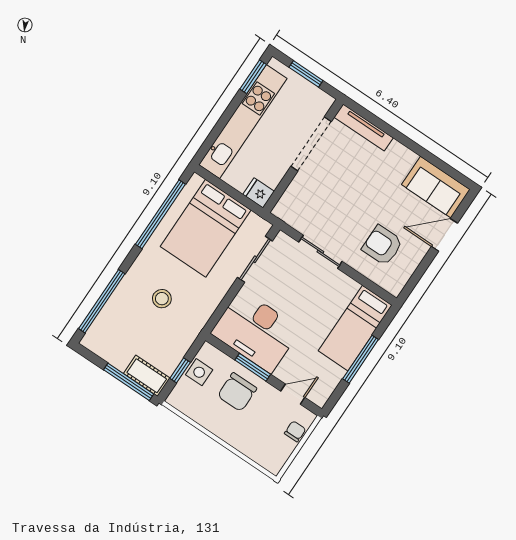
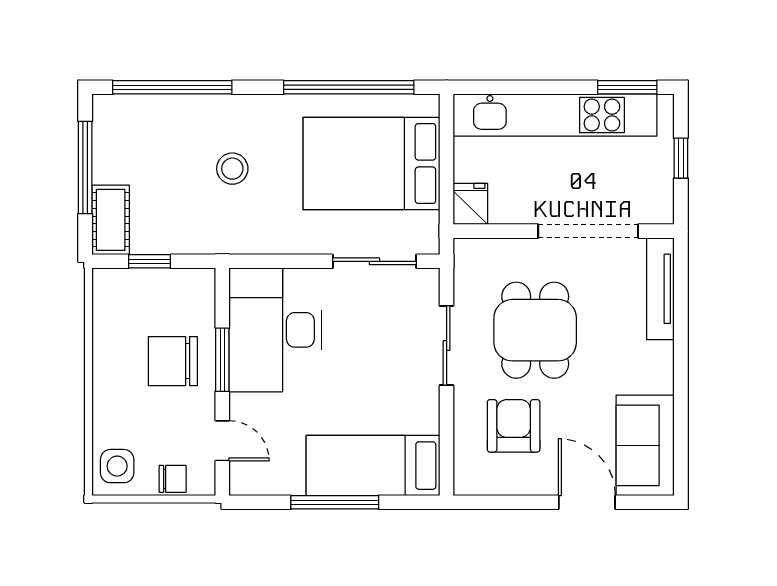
window: (306, 74) -> (681, 158), width x0.67
dining table: (342, 203) -> (535, 330), added
side table: (199, 372) -> (117, 466), moved
window: (129, 382) -> (85, 168), moved

